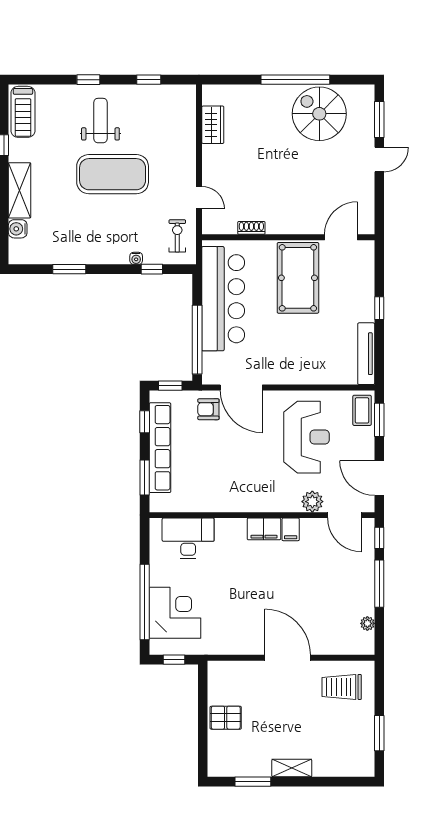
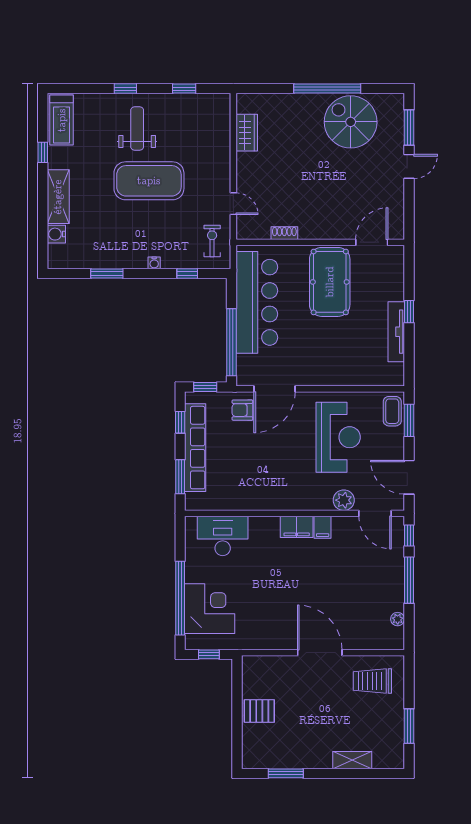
water cooler: (136, 258) -> (154, 263), moved
tv unit: (366, 354) -> (396, 332), moved
door: (241, 387) -> (275, 389), hinge flipped
shelving: (292, 768) -> (352, 760), moved

